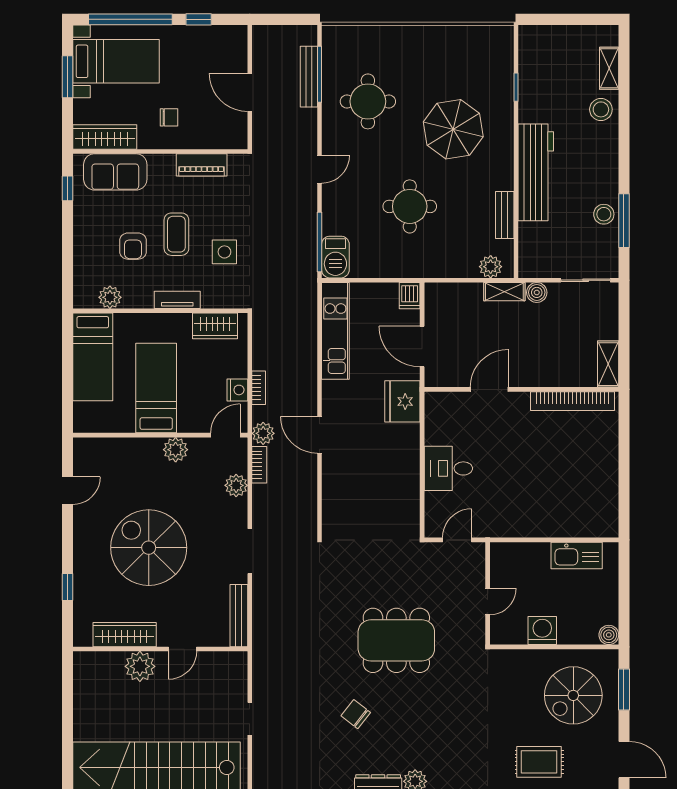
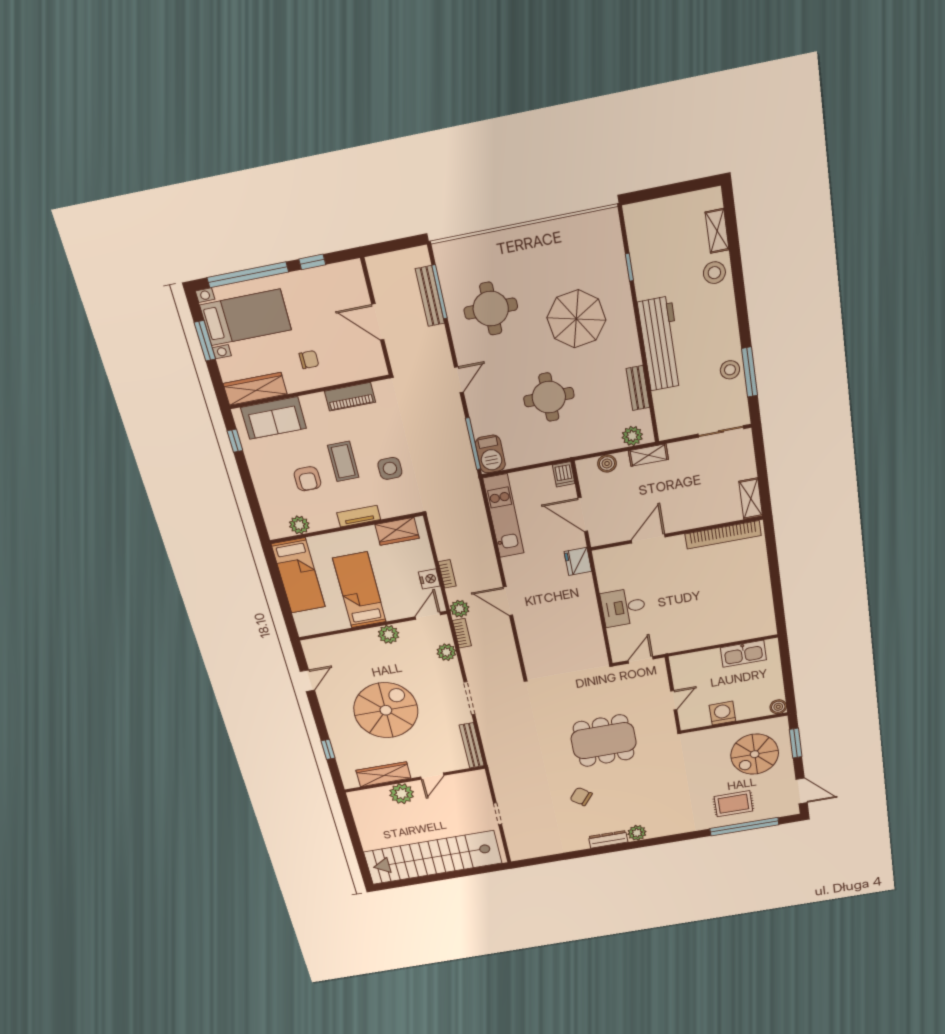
boiler: (537, 292) -> (607, 464), moved
fridge: (402, 401) -> (578, 561), width x0.73, depth x0.75
spiral stairs: (149, 548) -> (386, 710), turned 90

